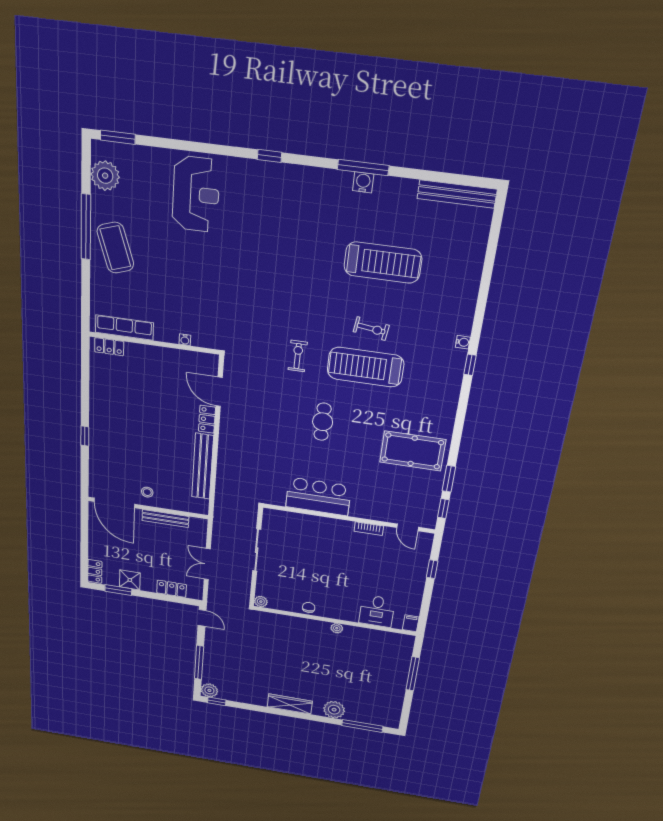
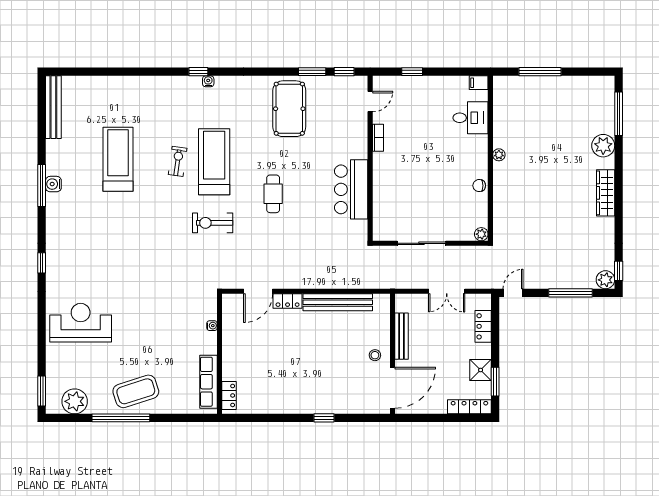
water cooler: (463, 342) -> (208, 81), moved
exercise bike: (298, 356) -> (213, 223), width x1.38, depth x1.39
treadmill: (365, 367) -> (214, 162), turned 180
cafe table: (323, 422) -> (273, 194), turned 90
locker: (95, 571) -> (469, 407), width x1.53

